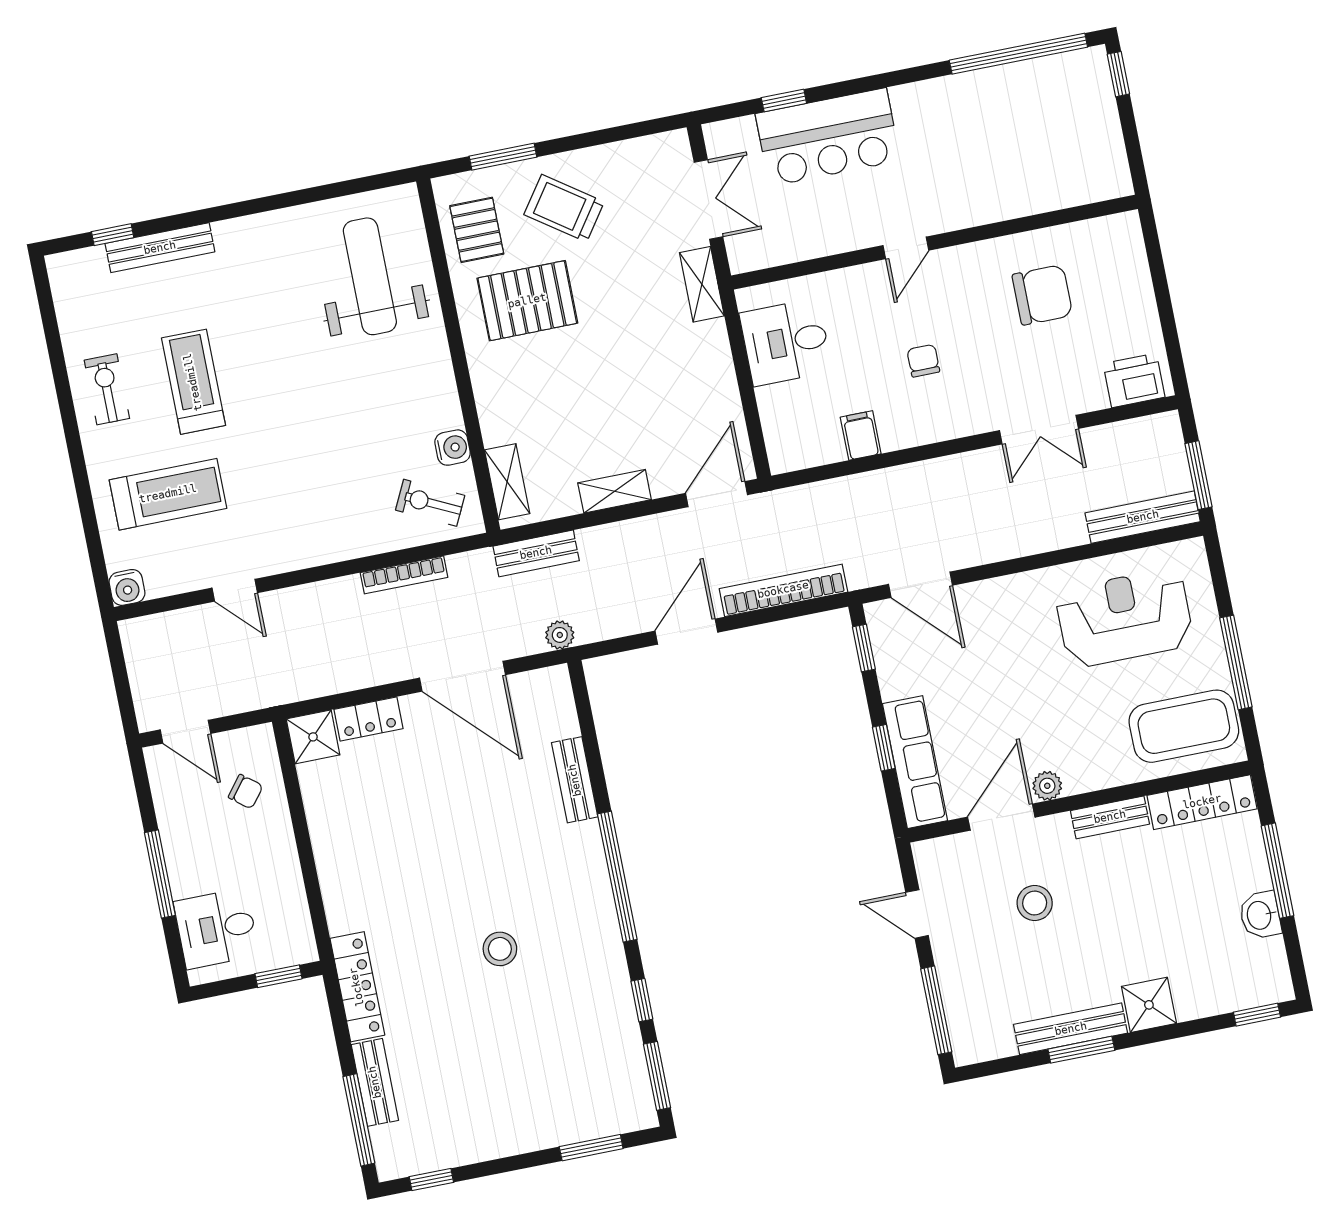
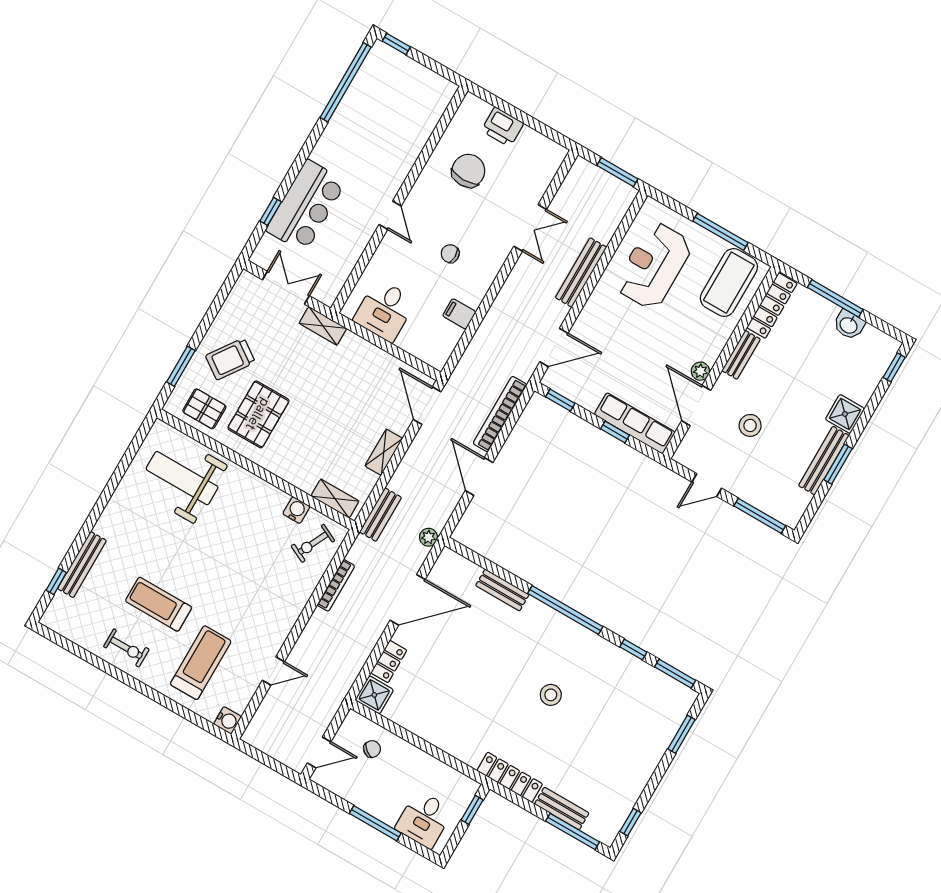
printer: (1134, 380) -> (502, 127), moved, turned -90
exercise bike: (107, 389) -> (126, 648), turned 180
bench: (1143, 517) -> (581, 272), moved

